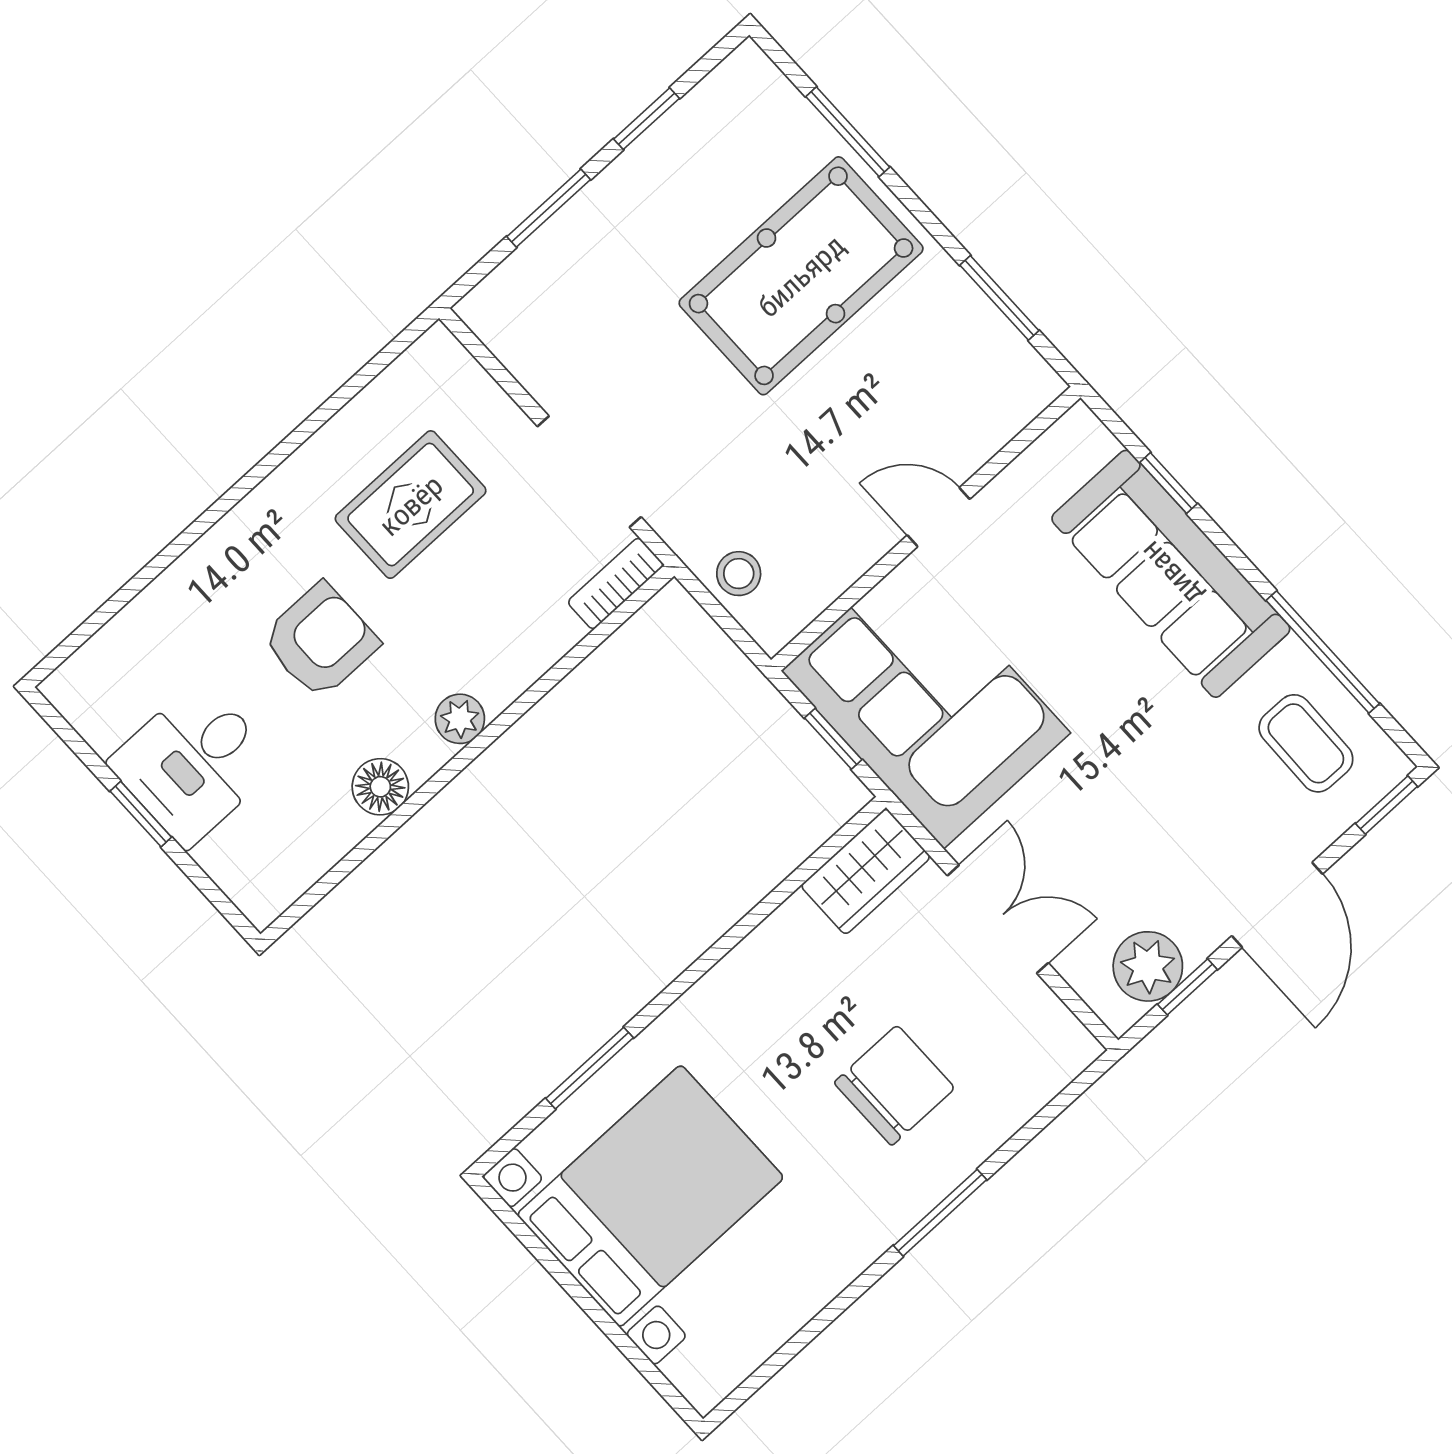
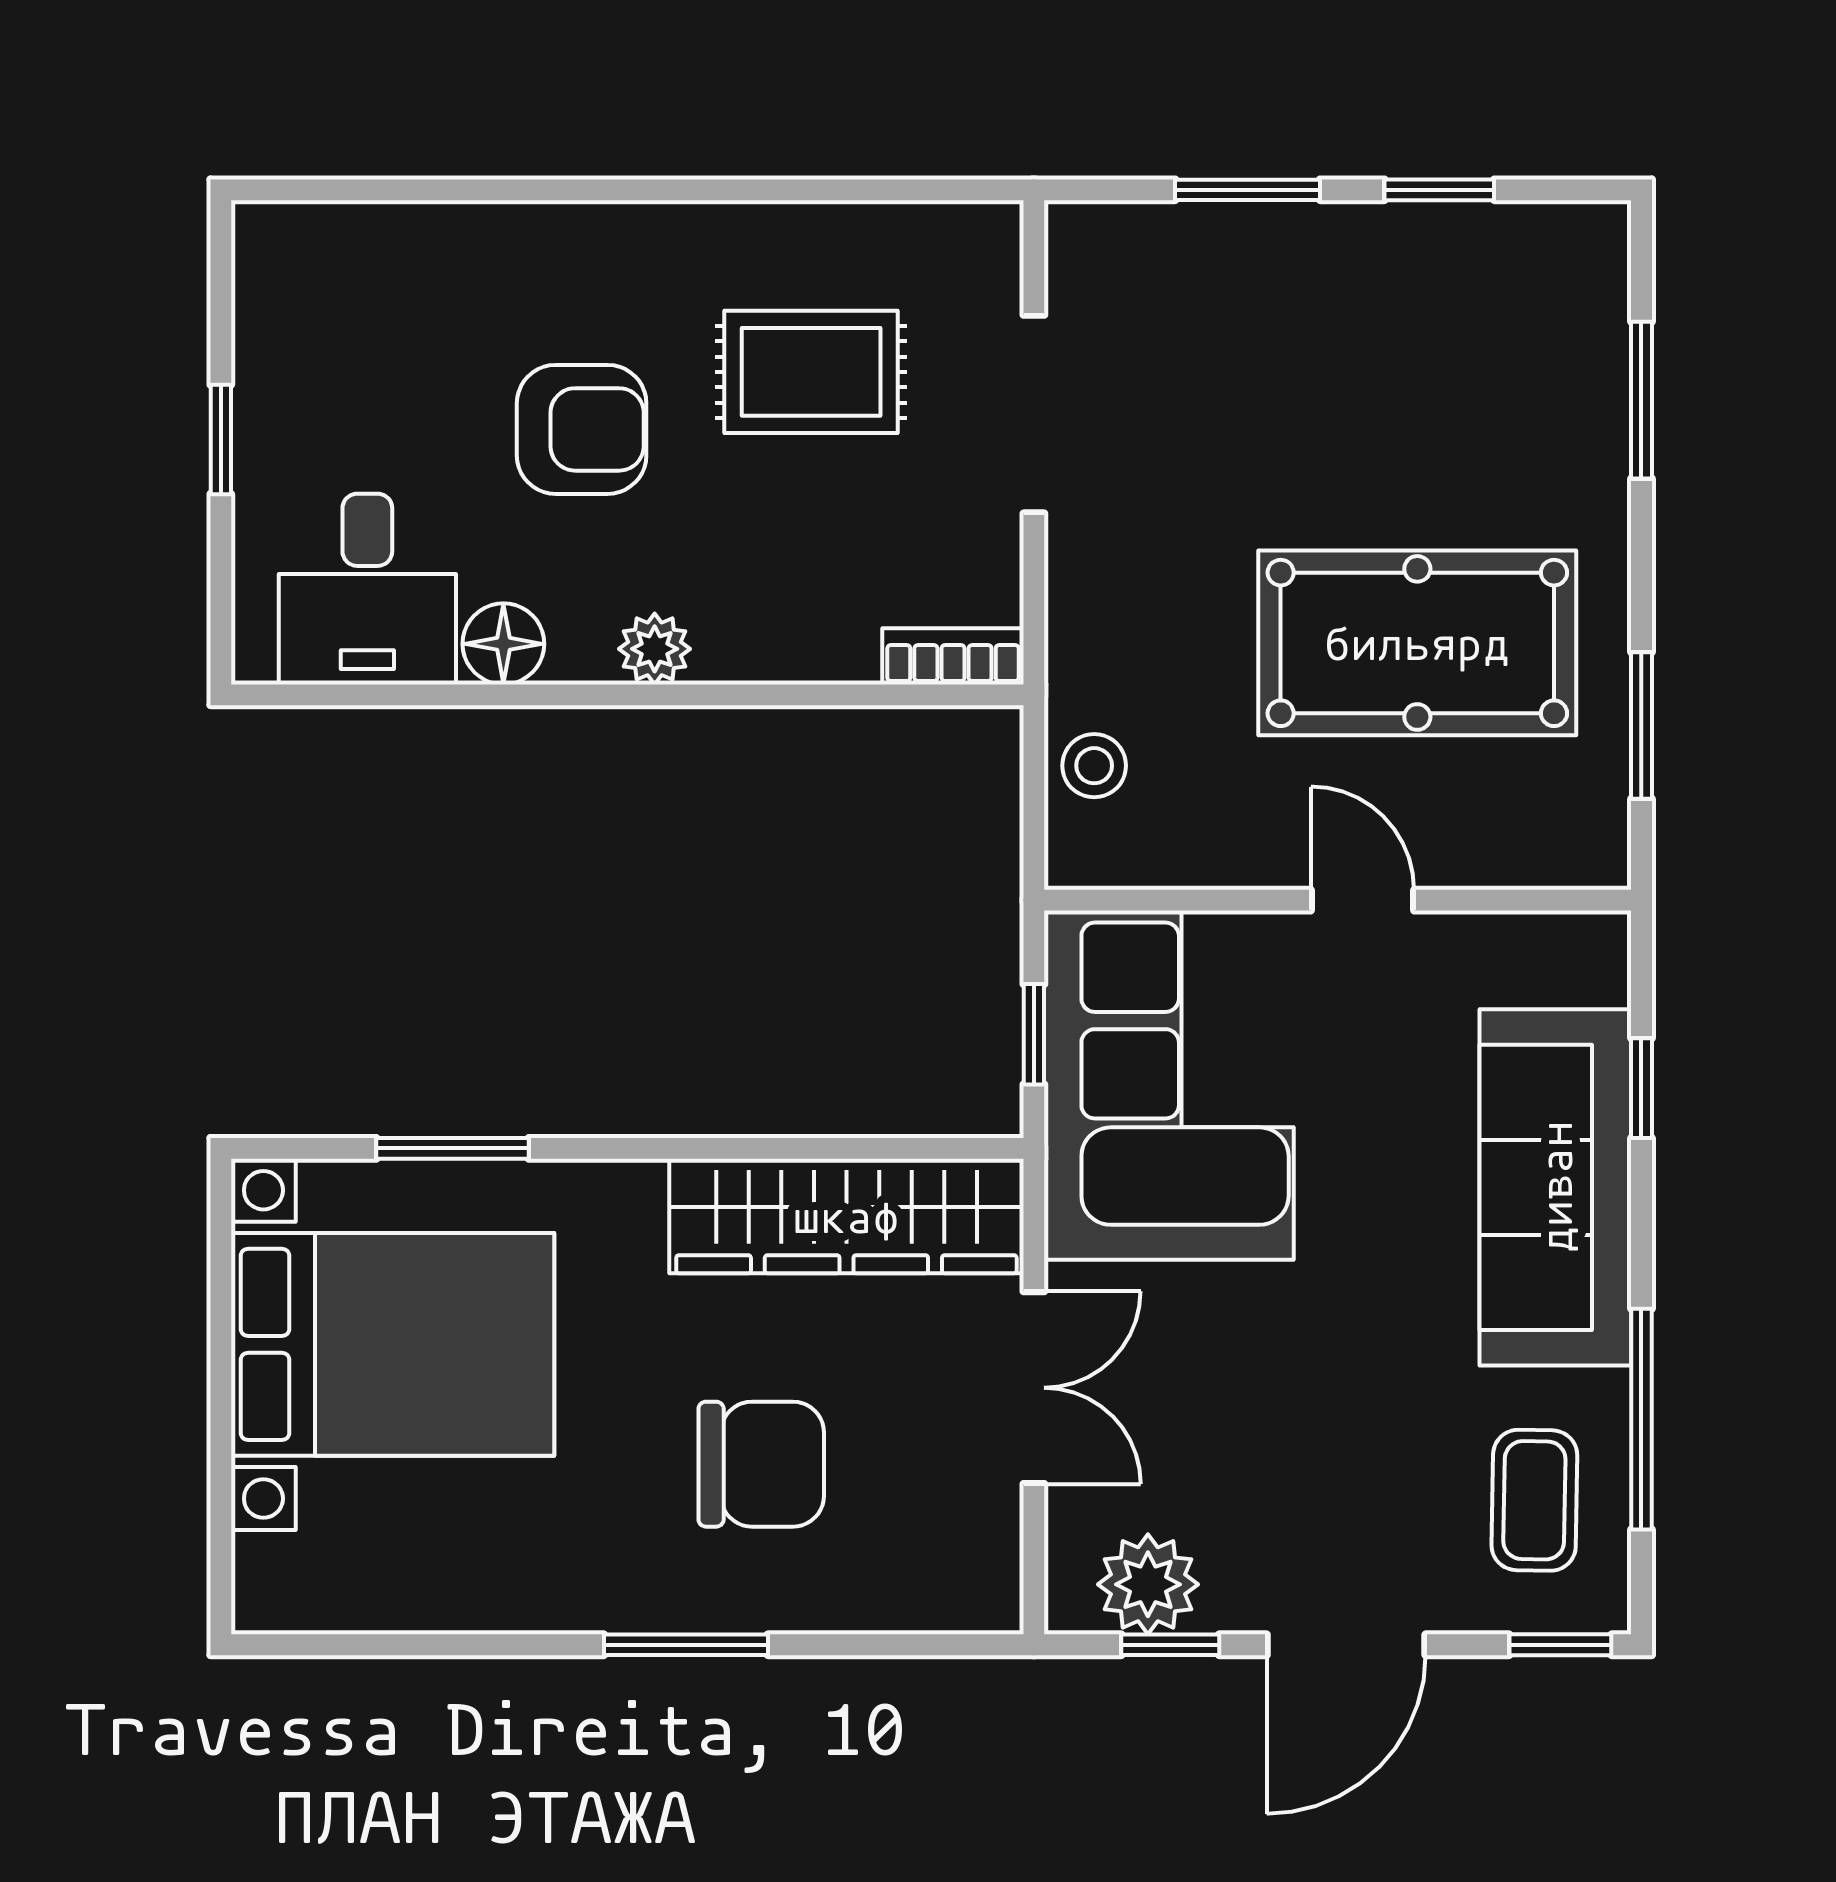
pool table: (801, 276) -> (1417, 643), moved
doorway: (589, 472) -> (1034, 414), moved
desk: (194, 763) -> (367, 589), moved, turned -90
wardrobe: (866, 871) -> (846, 1216), width x2.10, depth x1.17

